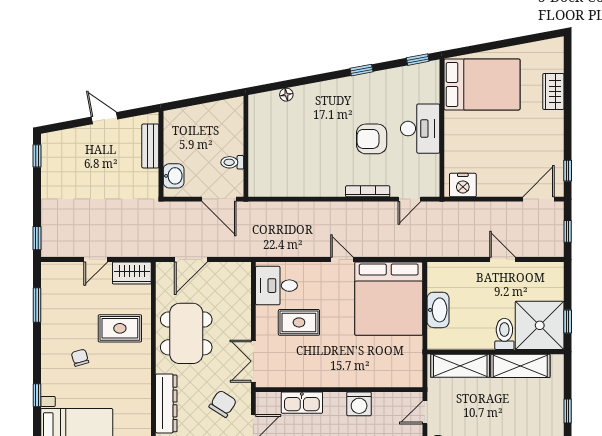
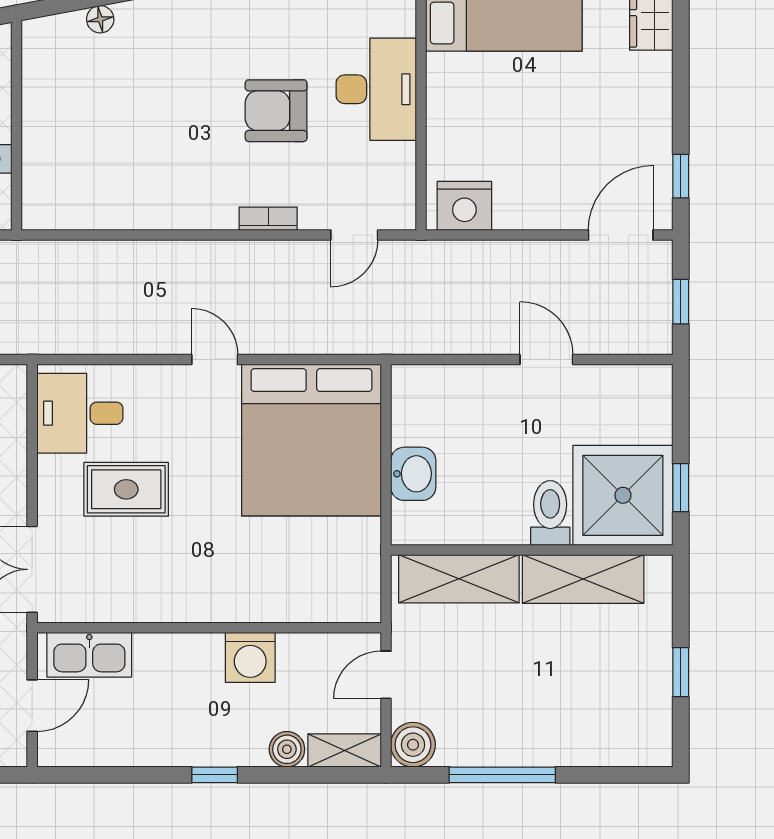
bookcase: (368, 191) -> (268, 219), width x0.64
washbasin: (438, 310) -> (413, 474), width x0.72
kitchen sink: (302, 403) -> (89, 655), moved

